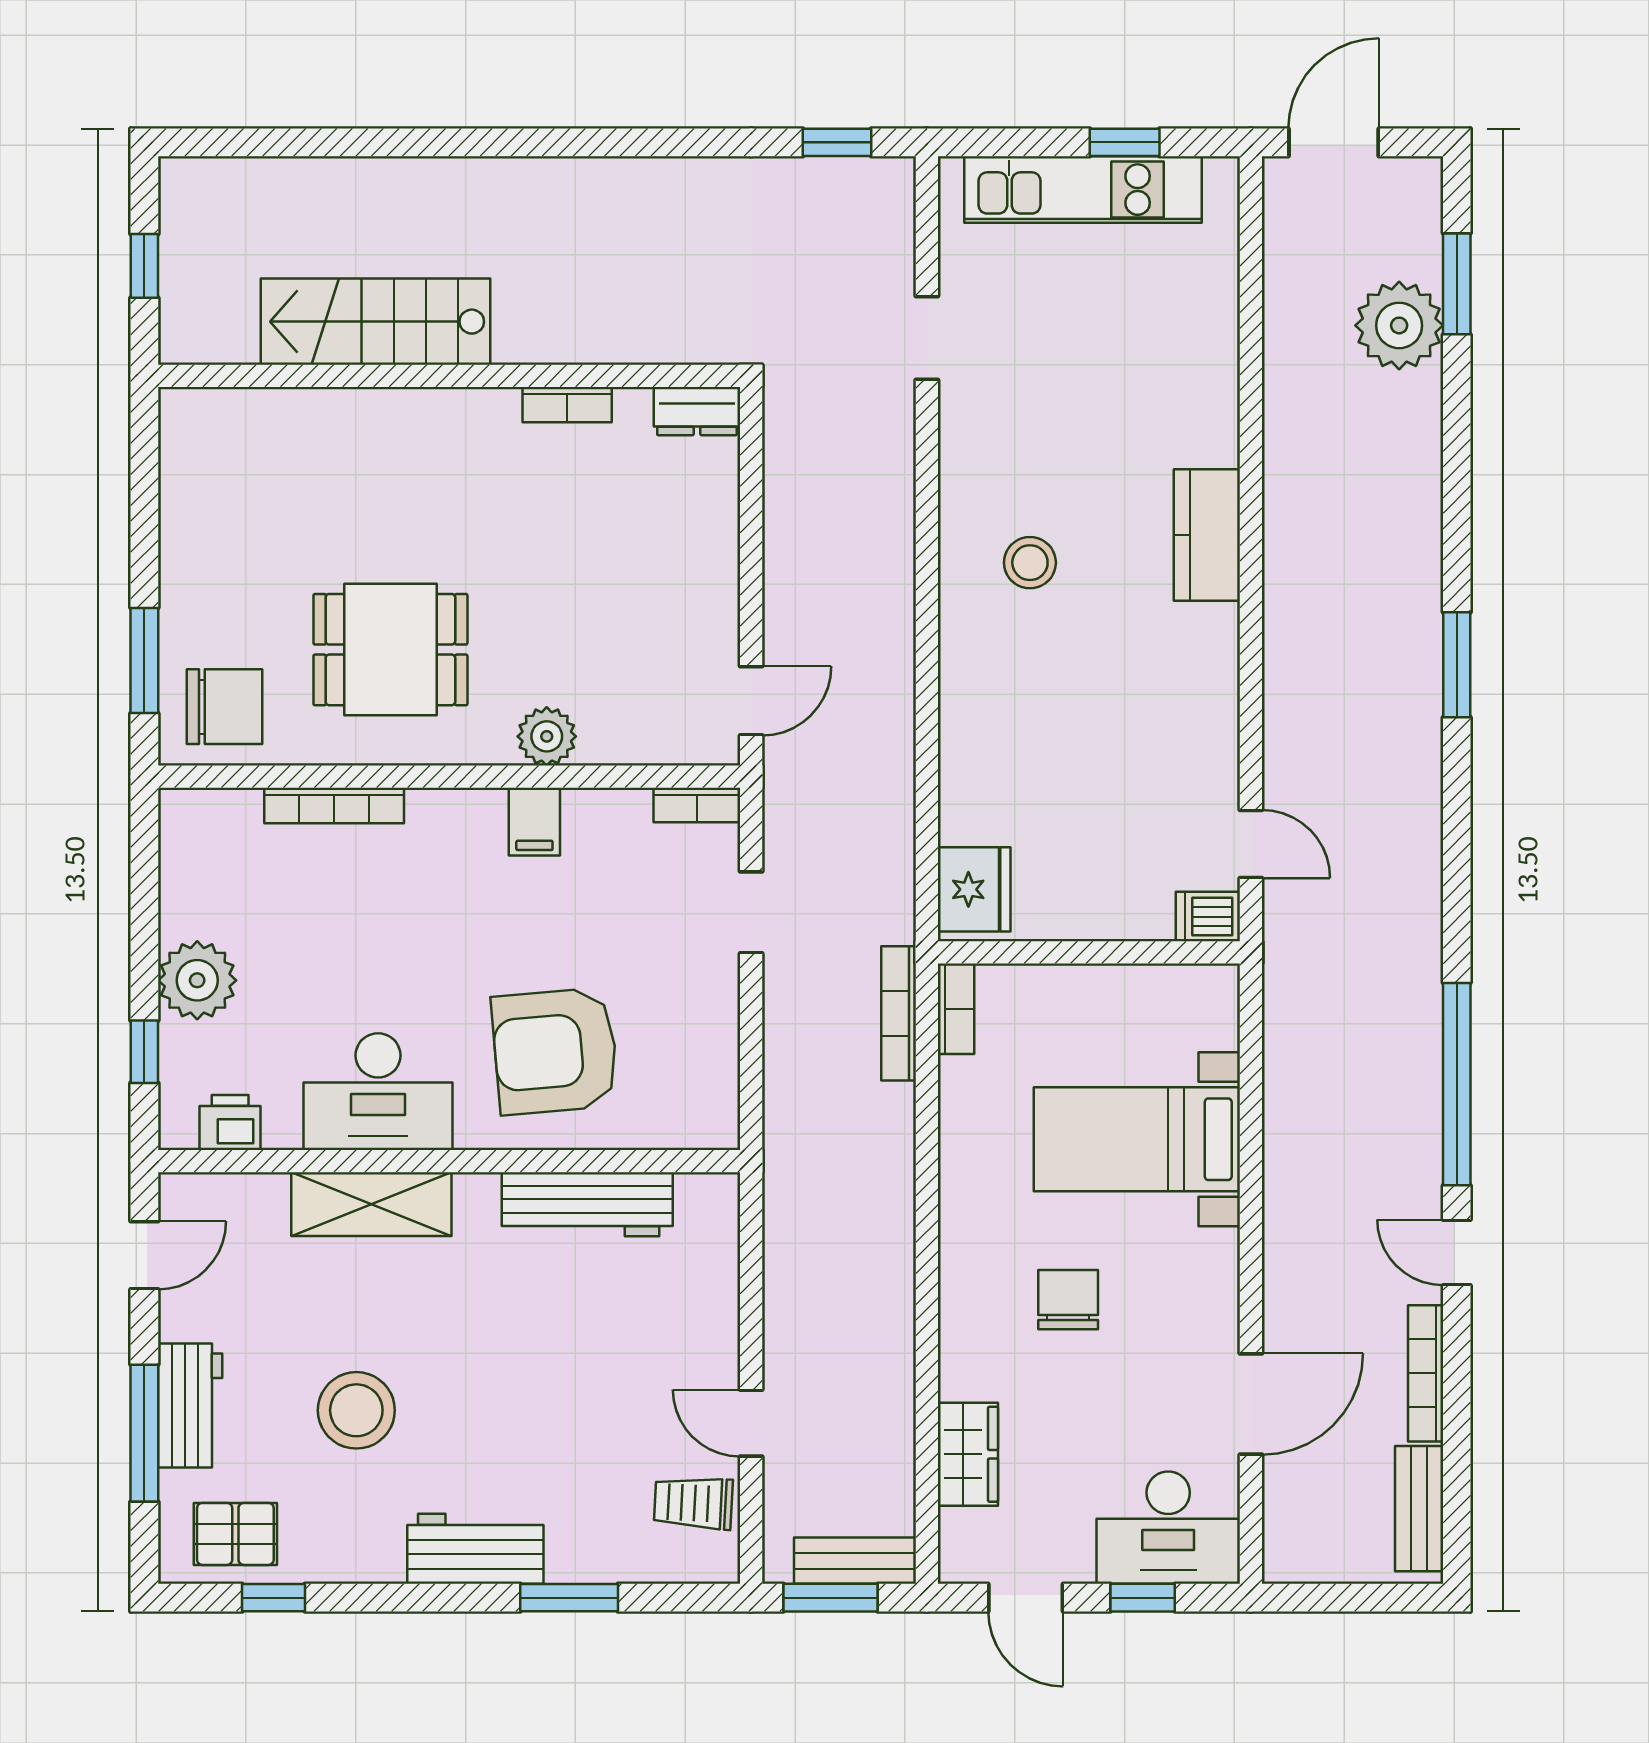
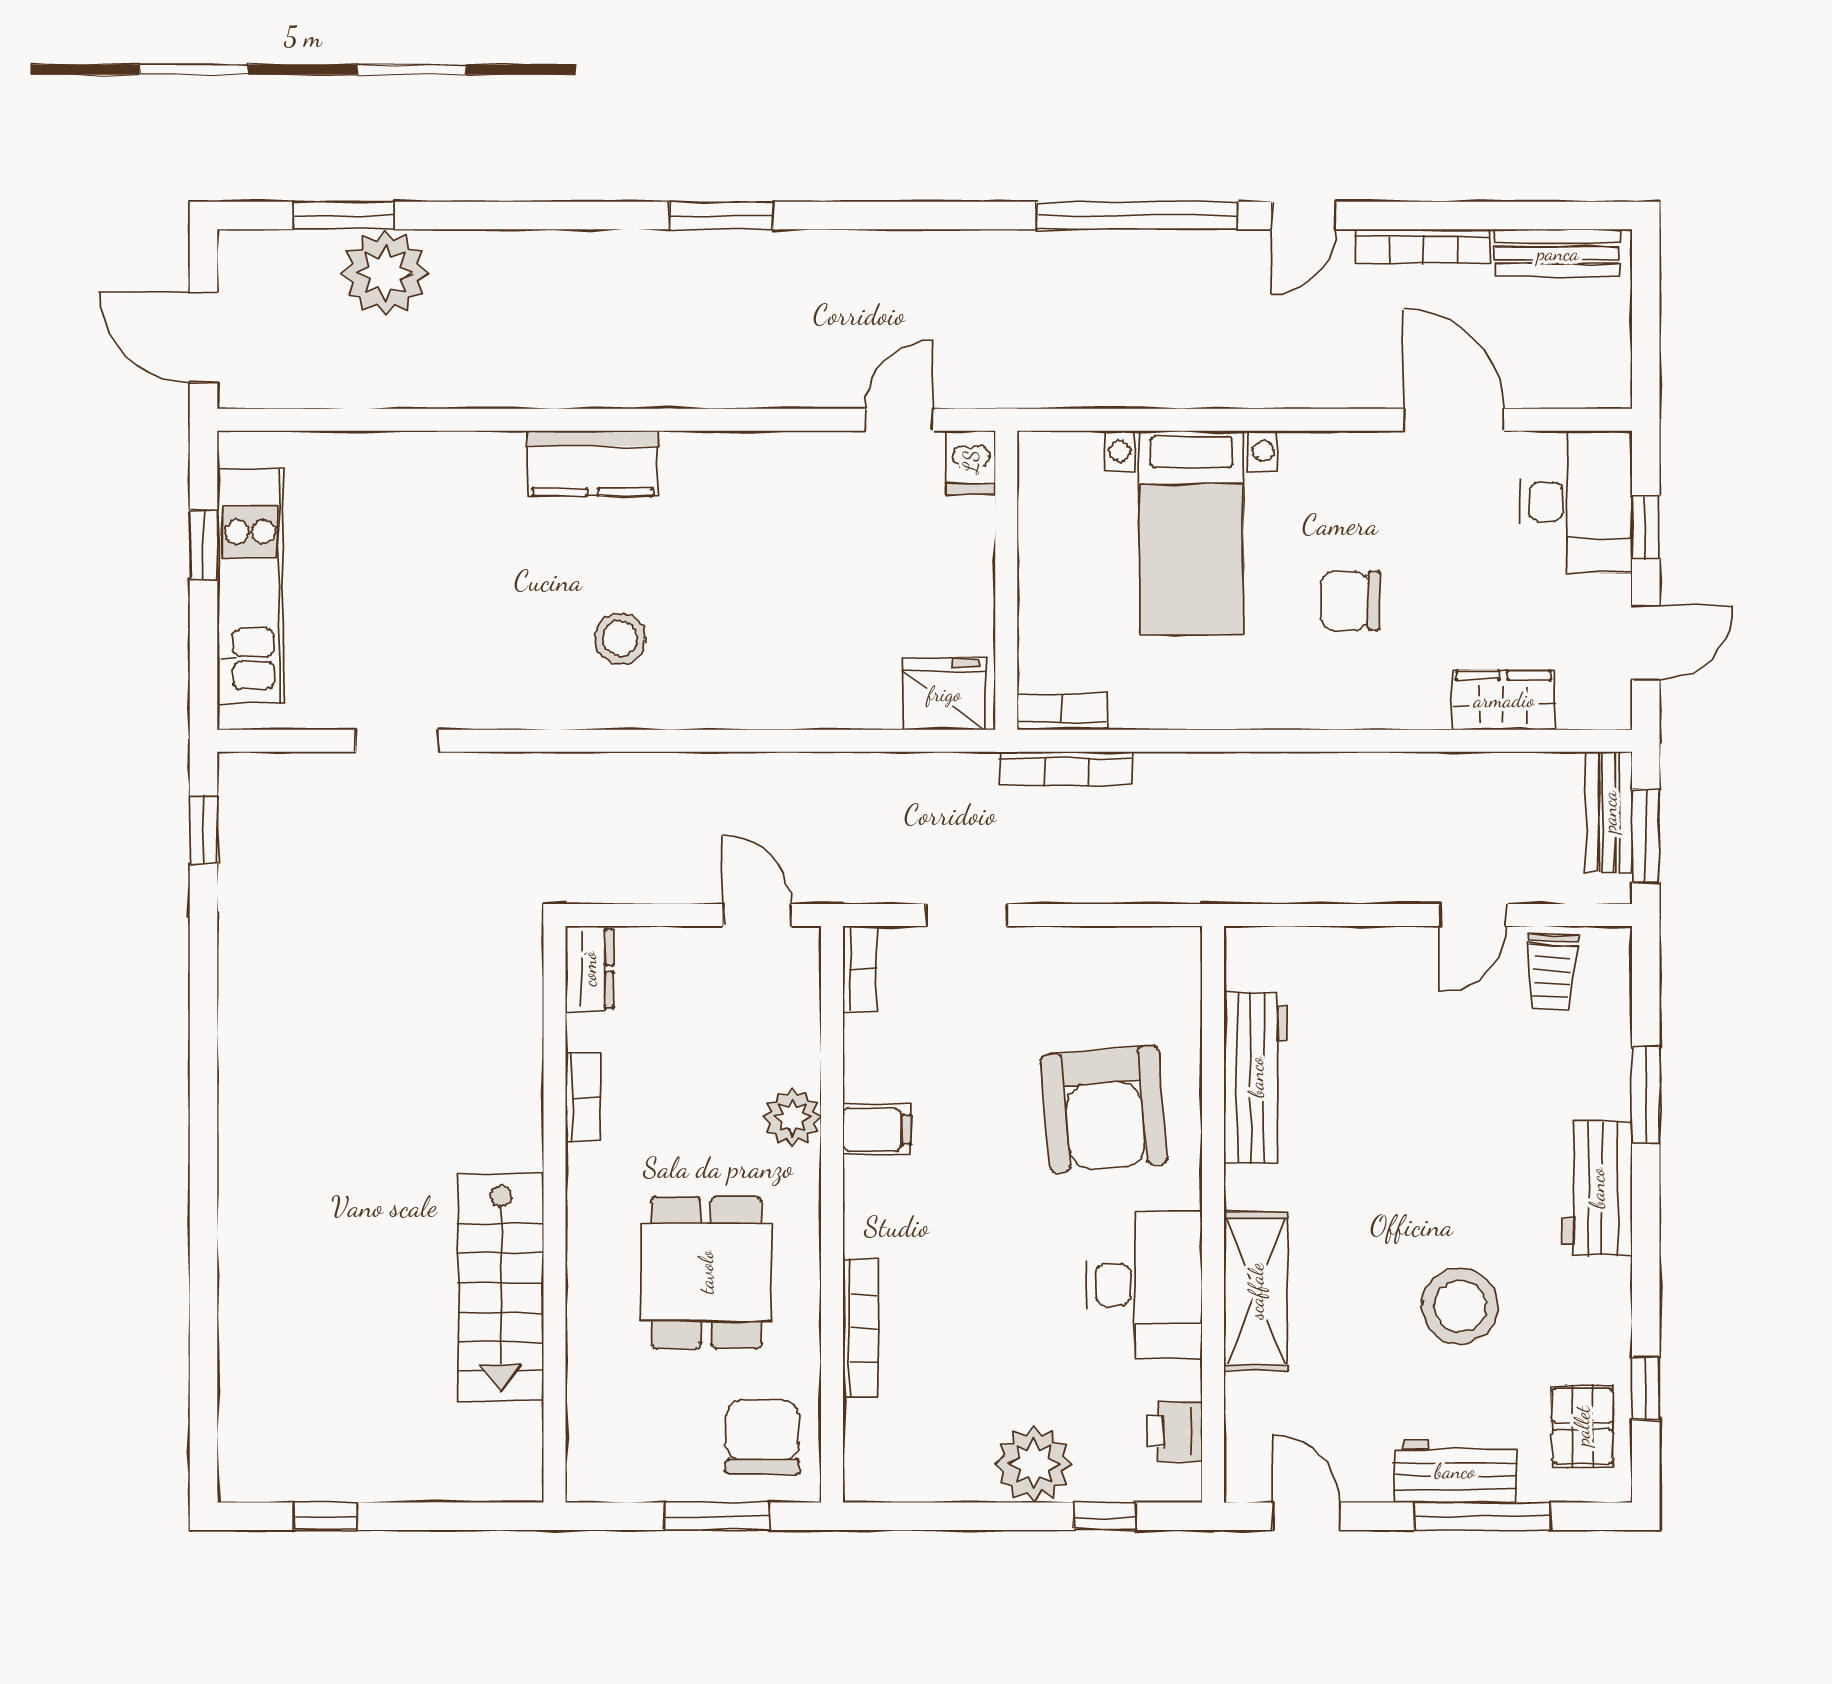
stairs: (375, 322) -> (501, 1287), moved
wall: (449, 376) -> (555, 1214), moved
bookcase: (567, 405) -> (583, 1097), moved
dresser: (697, 411) -> (589, 969), moved

